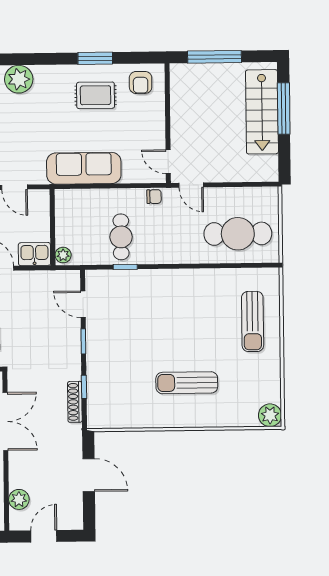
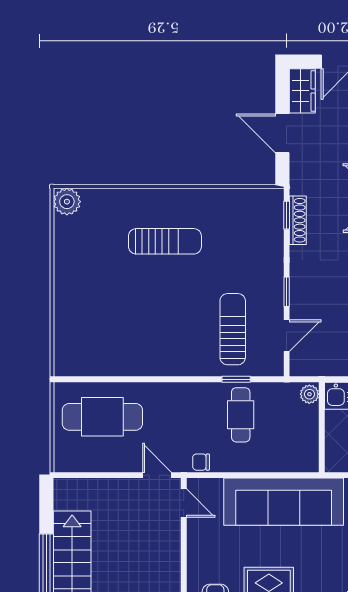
sofa: (84, 168) -> (284, 502), width x1.36, depth x1.27
door: (83, 304) -> (287, 336), hinge flipped
sun lounger: (253, 321) -> (233, 329), moved
window: (84, 387) -> (287, 215), moved
wardrobe: (72, 511) -> (302, 91), added

